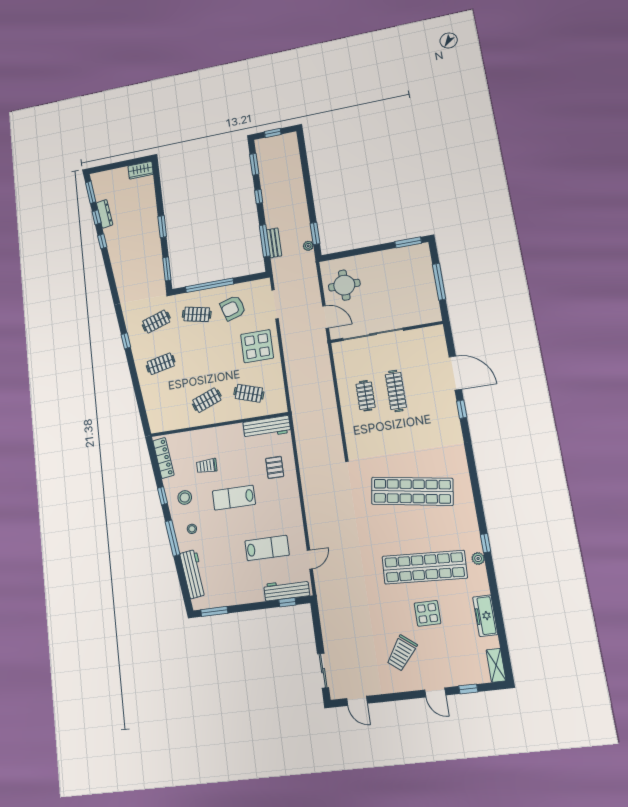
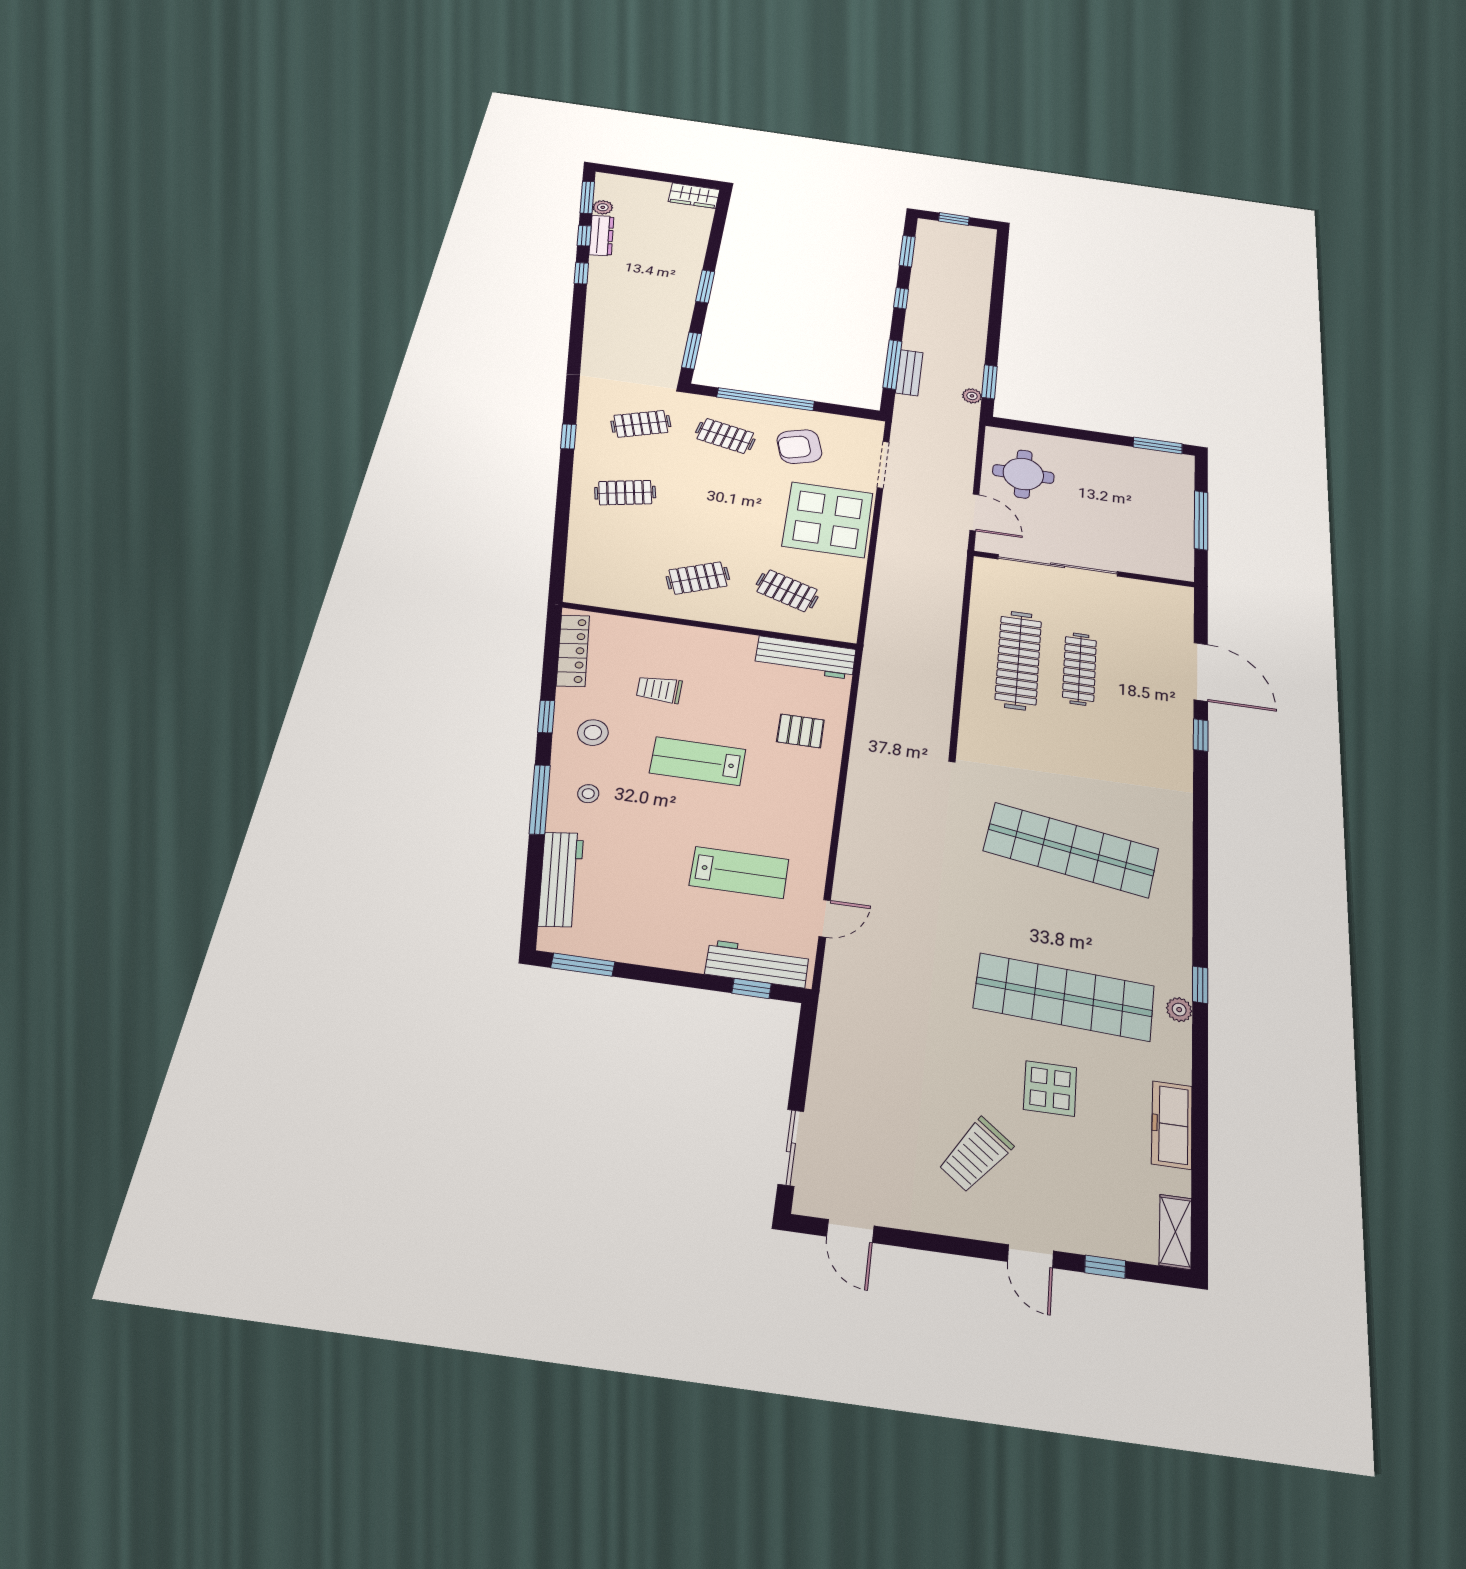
plant: (100, 196) -> (603, 207), added
display table: (257, 346) -> (828, 520), width x1.36, depth x1.36
clothes rail: (366, 396) -> (1018, 660), width x1.86, depth x1.31
pallet: (275, 467) -> (800, 731), turned 90

